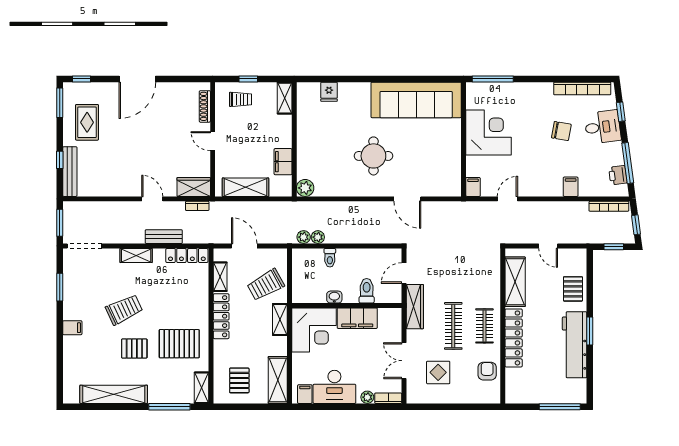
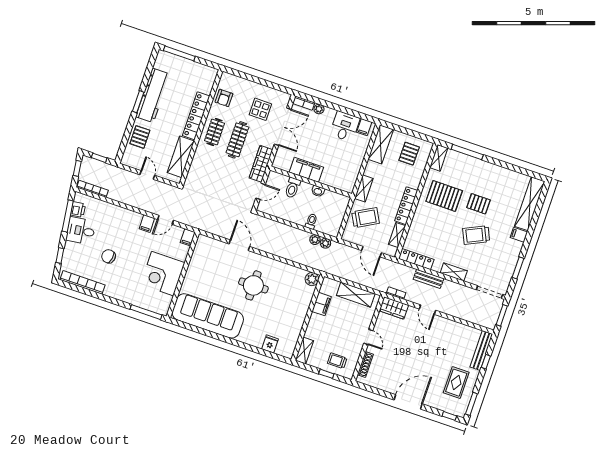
desk: (603, 127) -> (81, 231), moved
filing cabinet: (571, 187) -> (147, 224), moved
corner desk: (314, 330) -> (341, 172), removed
double door: (404, 361) -> (283, 127), width x1.37
desk: (334, 387) -> (345, 126), width x0.73
shelving: (114, 394) -> (530, 204), moved, turned 90

